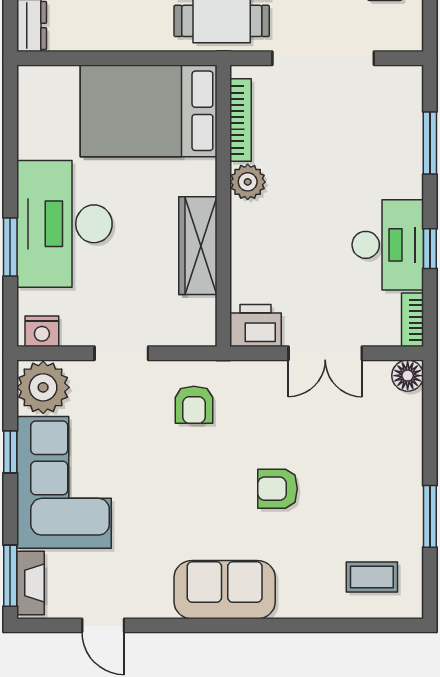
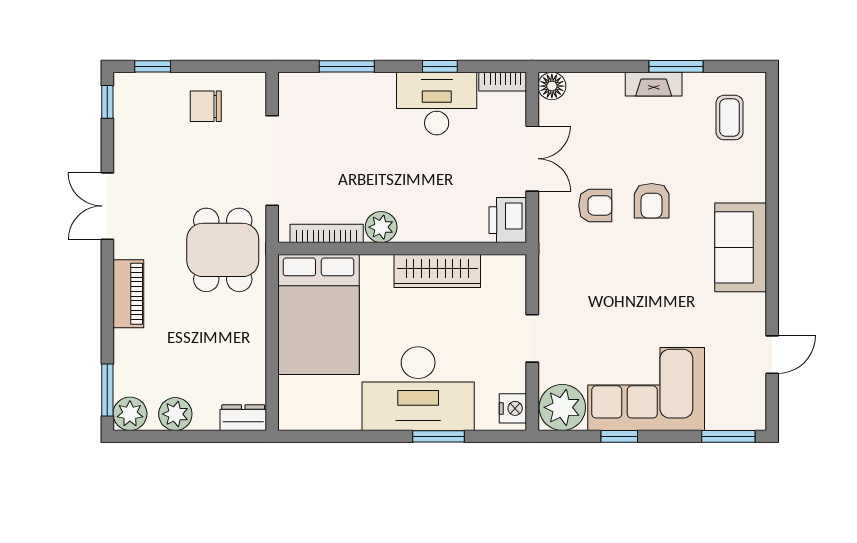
armchair: (194, 405) -> (595, 205), moved
fireplace: (30, 583) -> (654, 84), moved, turned 180

